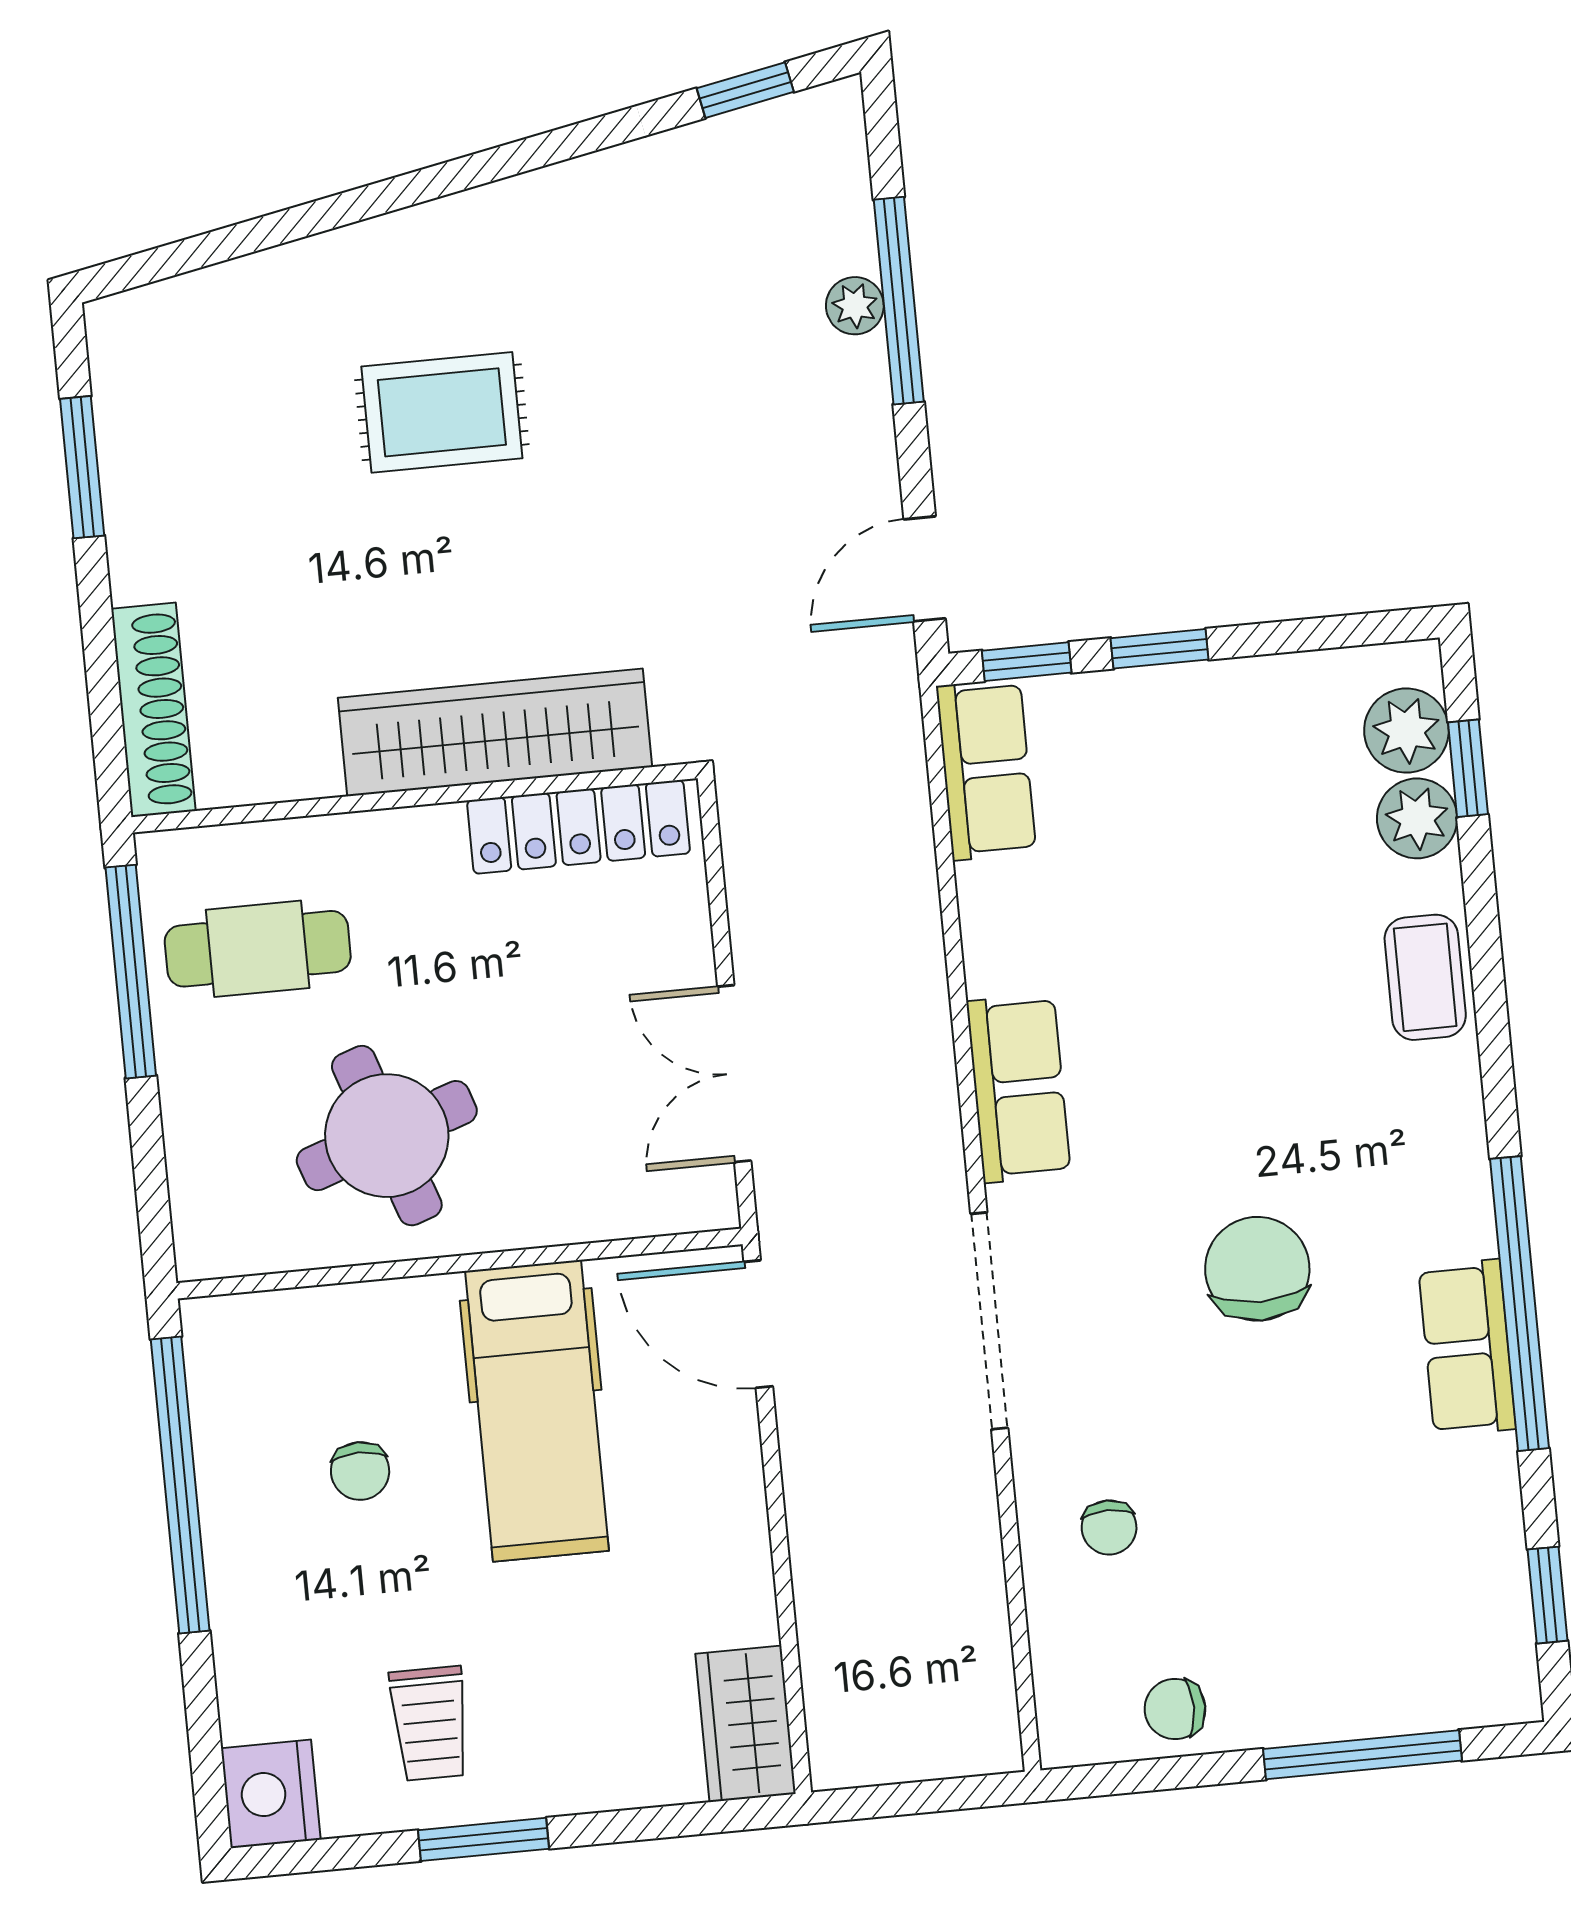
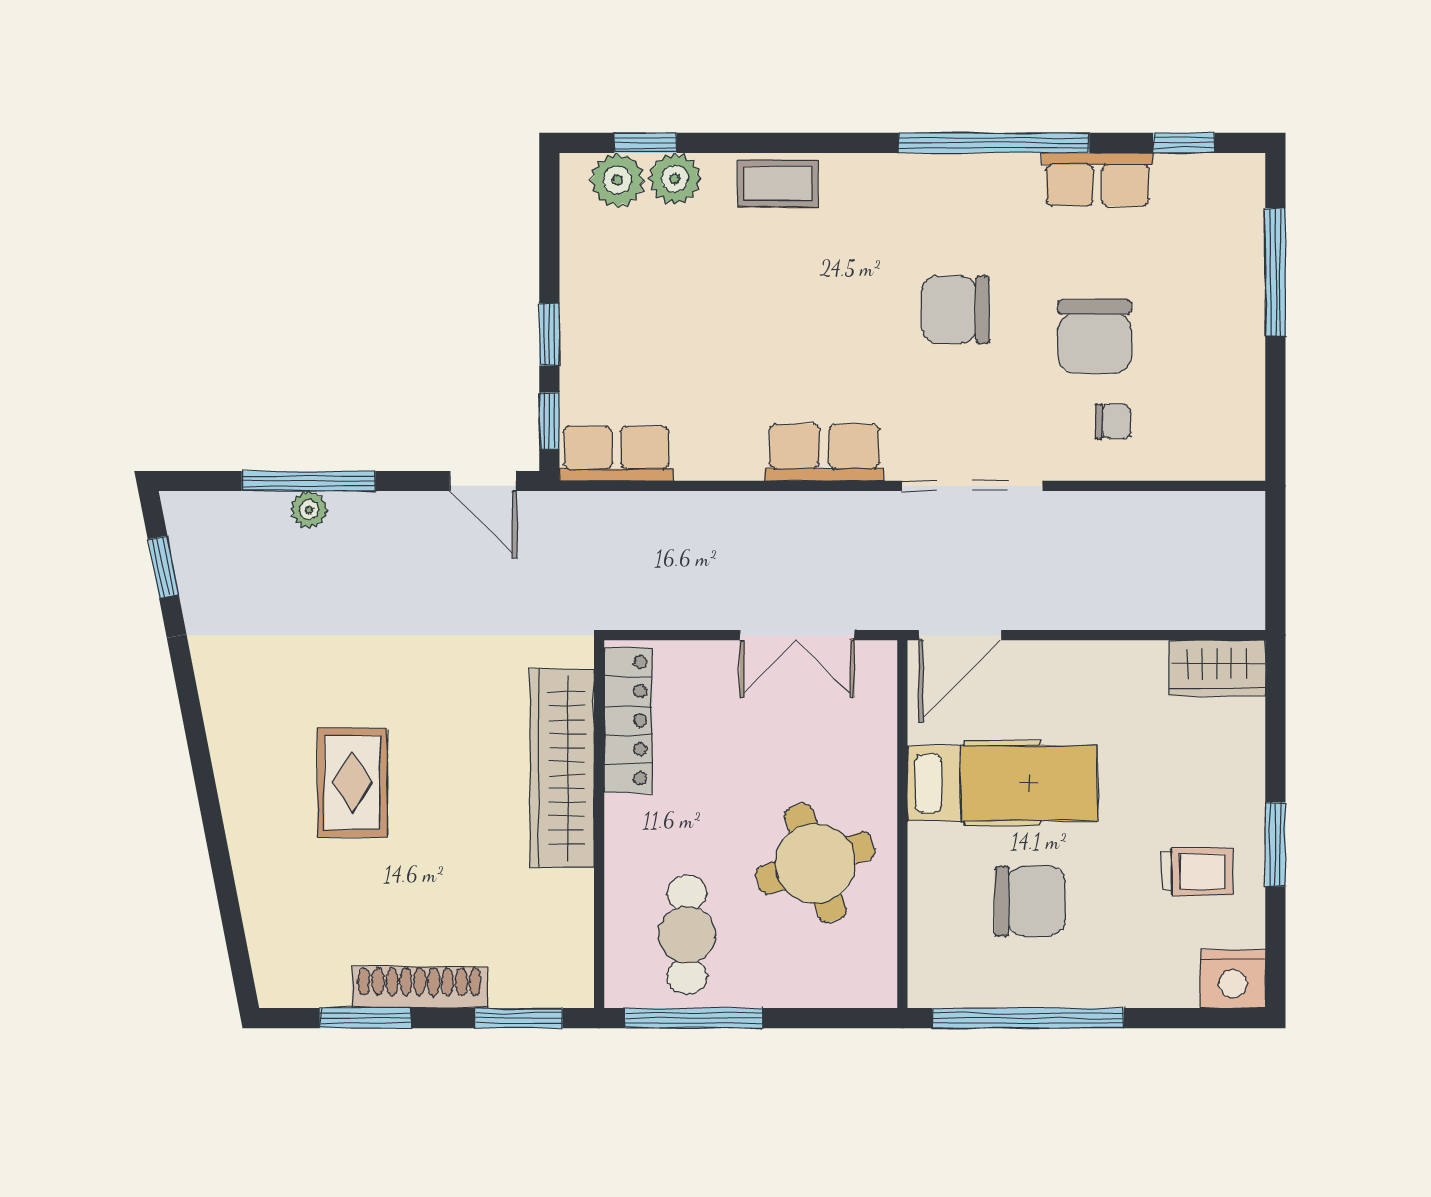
window: (105, 703) -> (519, 1018), added
shoe rack: (153, 710) -> (420, 987), moved
row of seats: (1467, 1348) -> (1097, 179), moved
chair: (360, 1471) -> (1030, 901), width x1.87, depth x1.87
chair: (1175, 1709) -> (1095, 336), moved, width x1.87, depth x1.87

